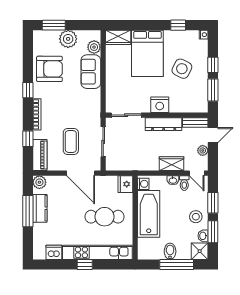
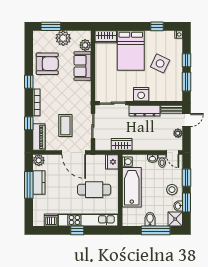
wardrobe: (172, 164) -> (122, 144), moved

